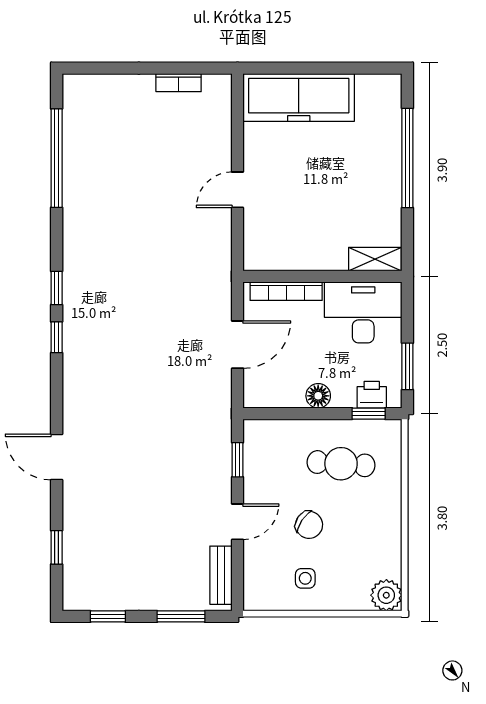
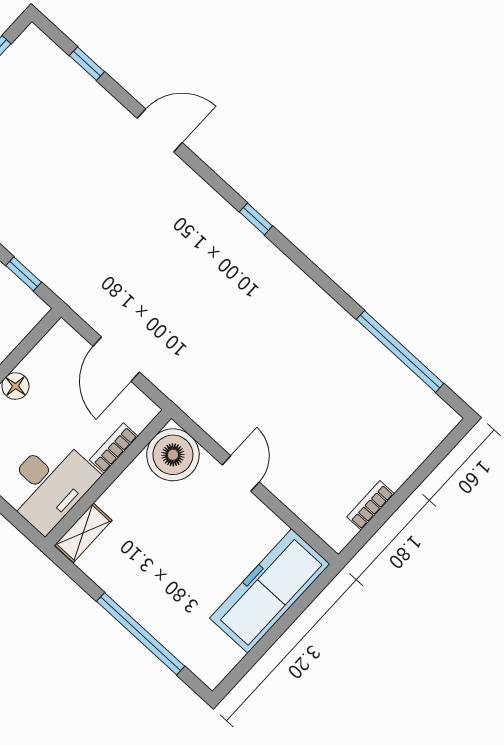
boiler: (267, 247) -> (173, 455), added
window: (57, 288) -> (296, 255), removed
bookcase: (286, 291) -> (114, 448), width x0.64

